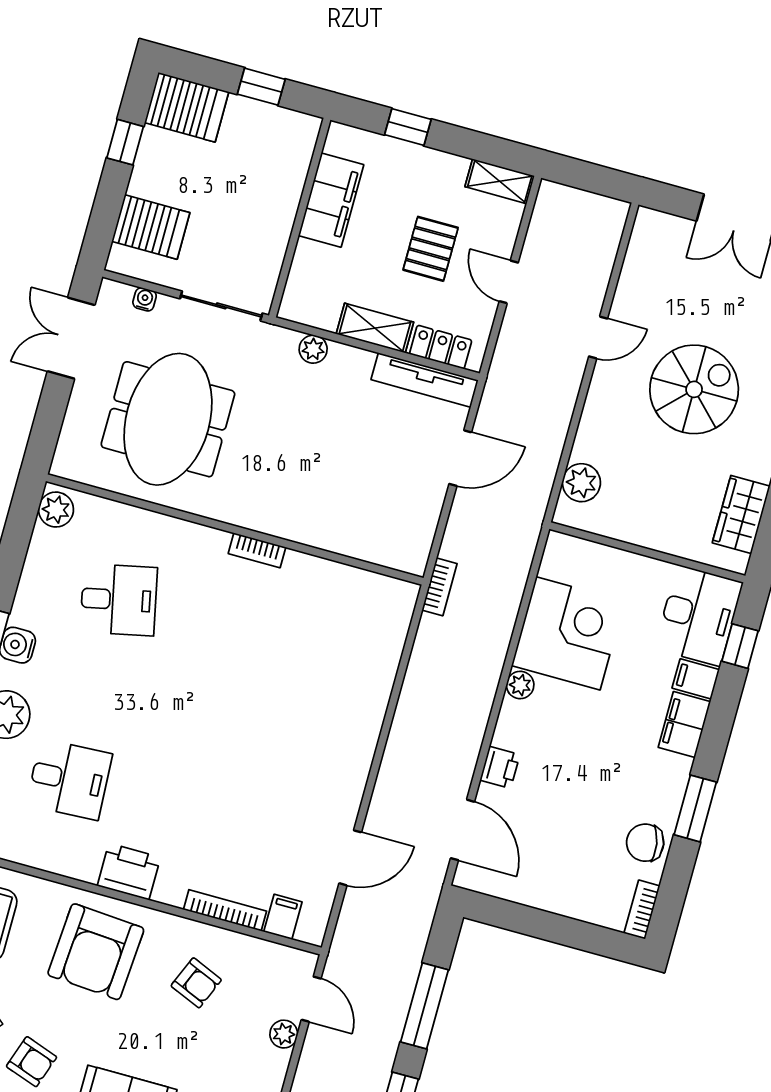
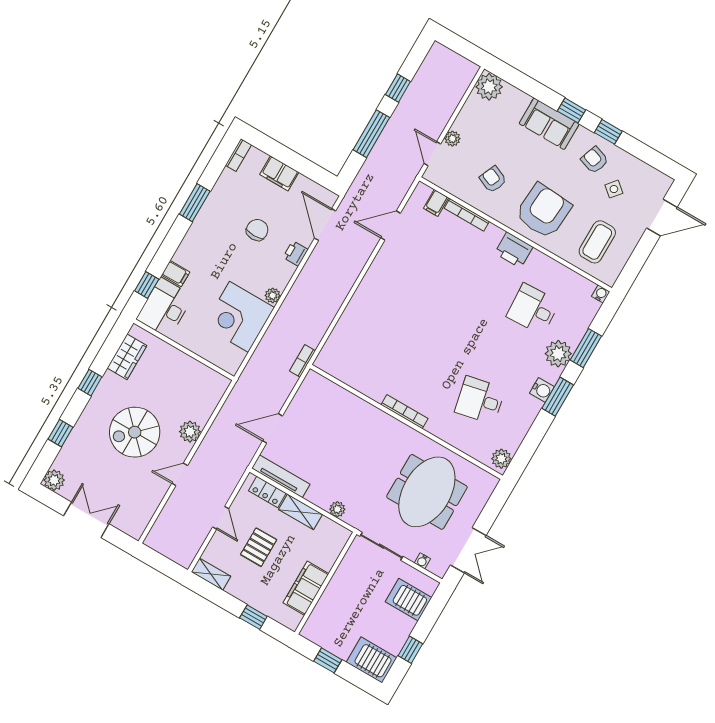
plant: (581, 483) -> (190, 432), moved
bookcase: (257, 550) -> (405, 412), width x1.56
filing cabinet: (684, 724) -> (279, 173), moved, turned 90
chair: (645, 843) -> (257, 230), moved, turned -80

